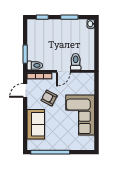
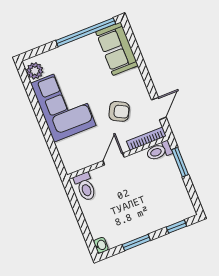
toilet: (76, 62) -> (85, 187), moved
sofa: (36, 124) -> (117, 49), moved
plant: (89, 141) -> (35, 71), added

